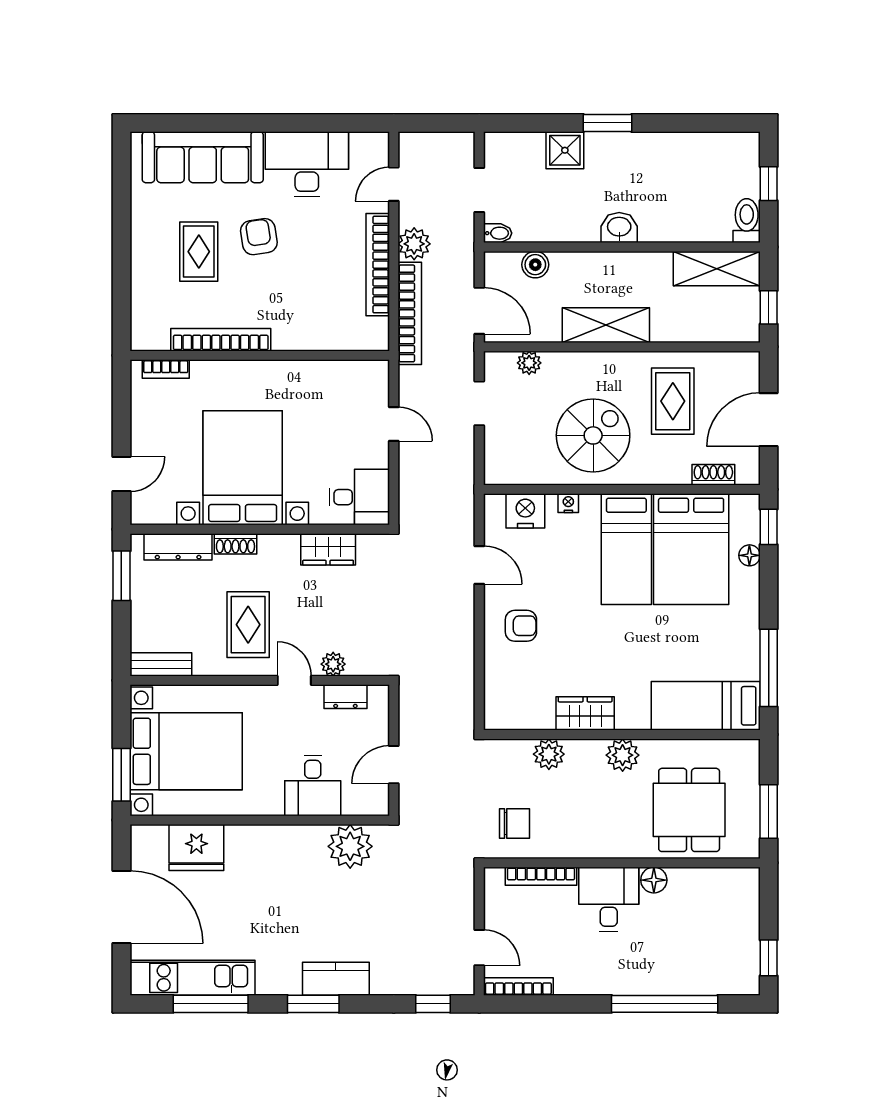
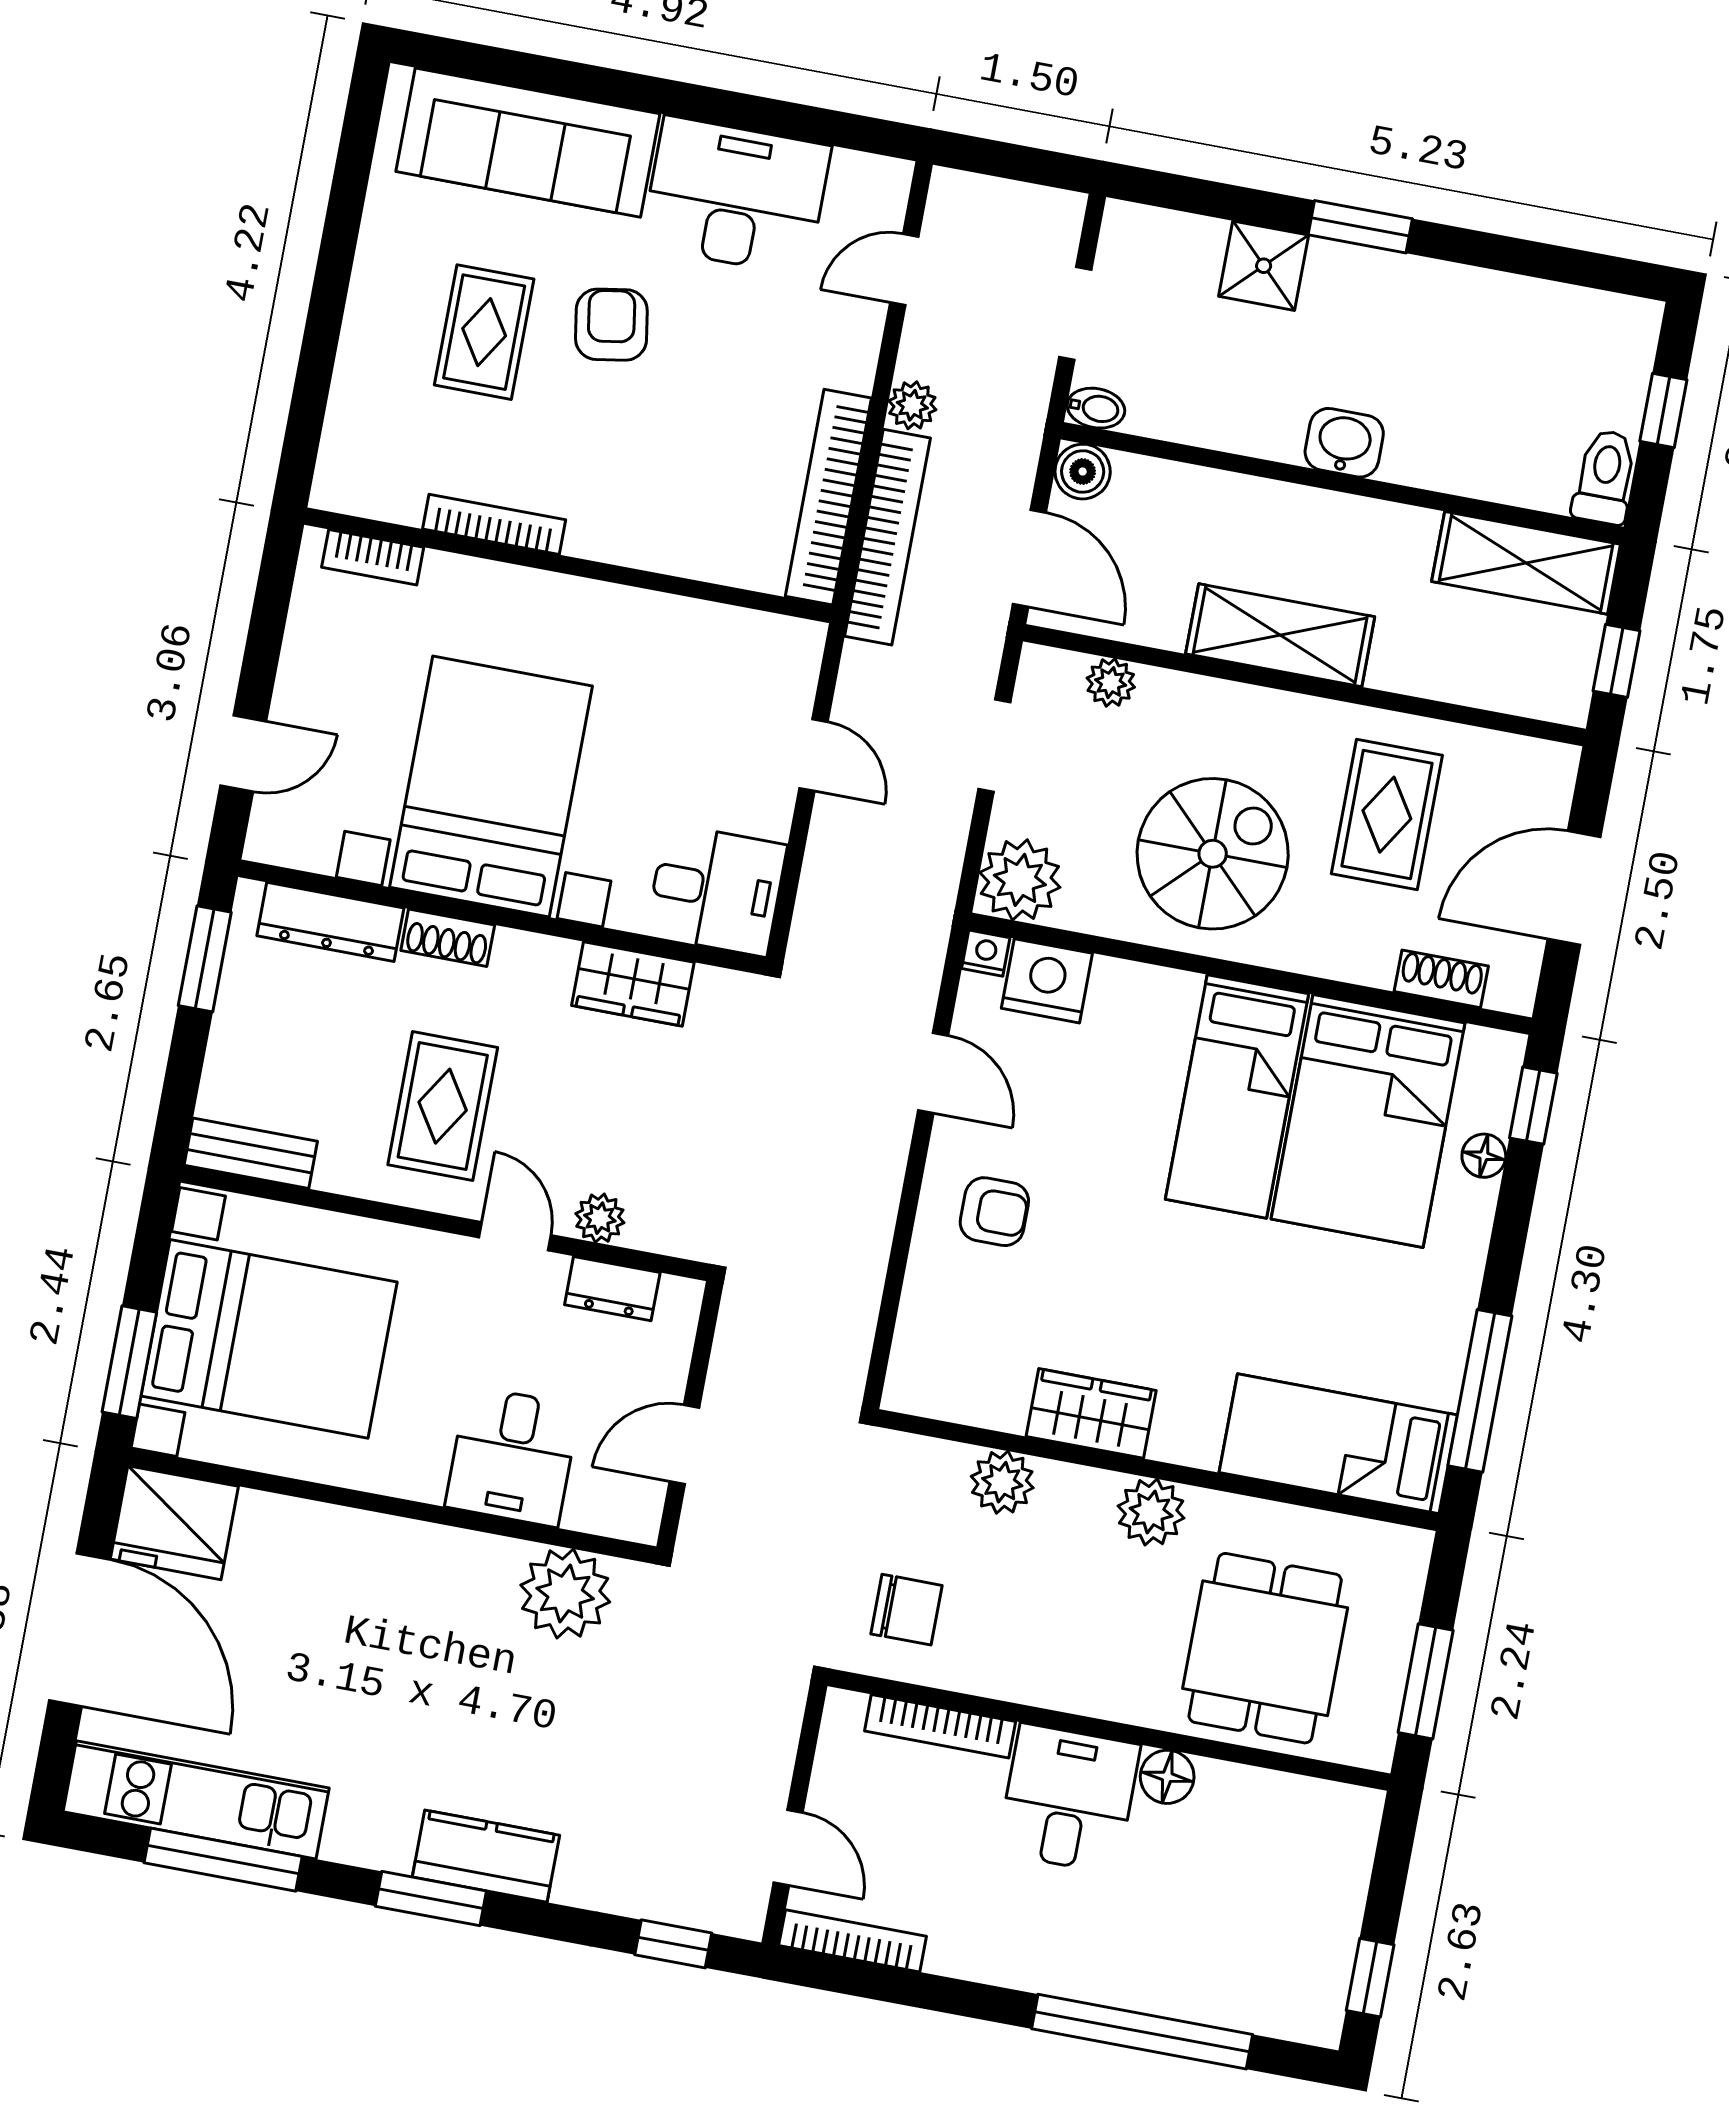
plant: (414, 244) -> (912, 405), width x0.73, depth x0.73
bookcase: (378, 265) -> (828, 497), moved
boiler: (535, 265) -> (1083, 472), moved
bookcase: (221, 340) -> (494, 524), width x0.68, depth x0.76
plant: (503, 465) -> (1020, 880), added
nightstand: (568, 503) -> (986, 953), moved
fridge: (196, 847) -> (174, 1523), moved

